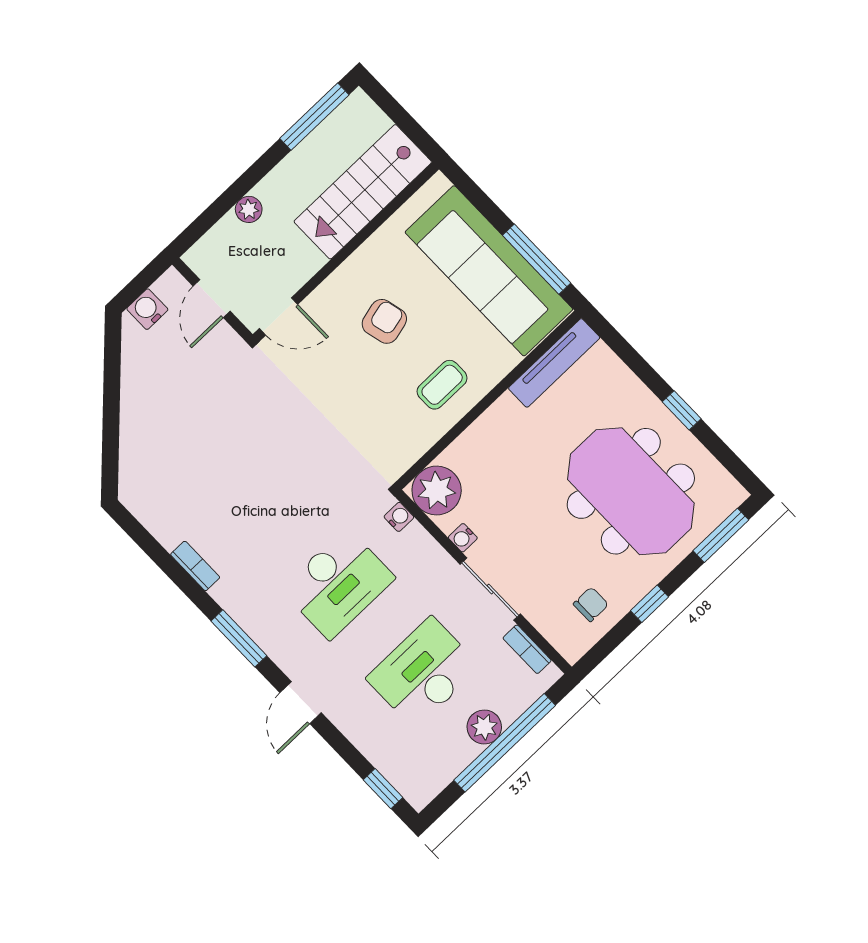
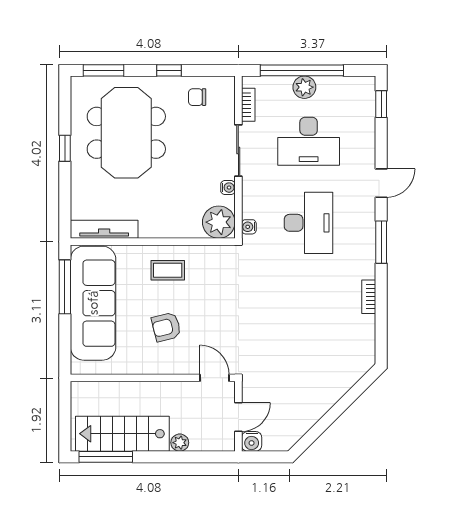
stairs: (363, 192) -> (122, 434), moved, turned 180
water cooler: (147, 309) -> (252, 441), moved
desk: (338, 584) -> (309, 223), turned 90

